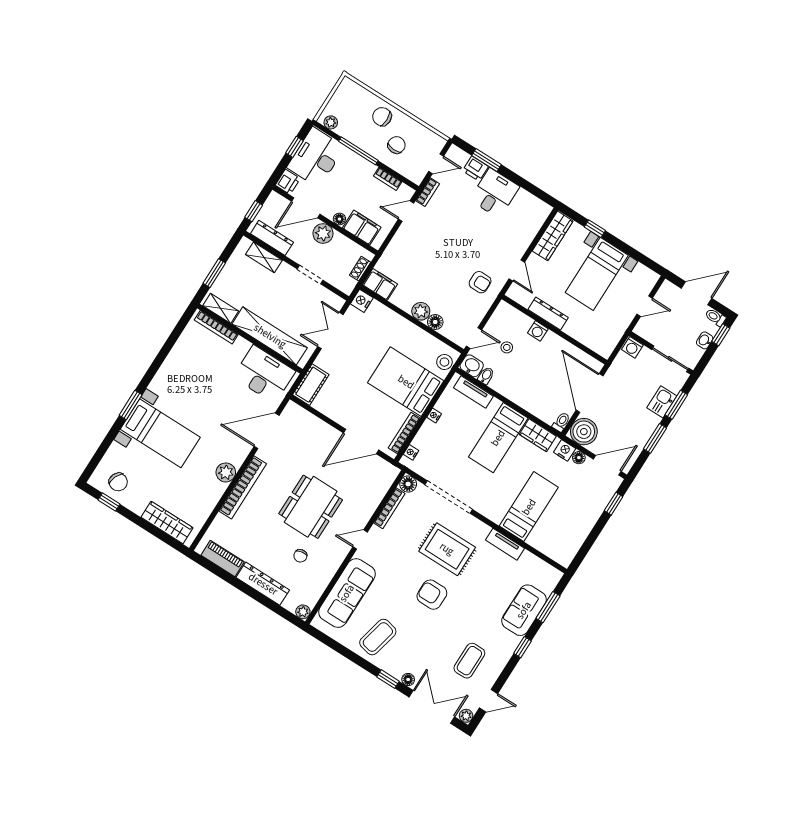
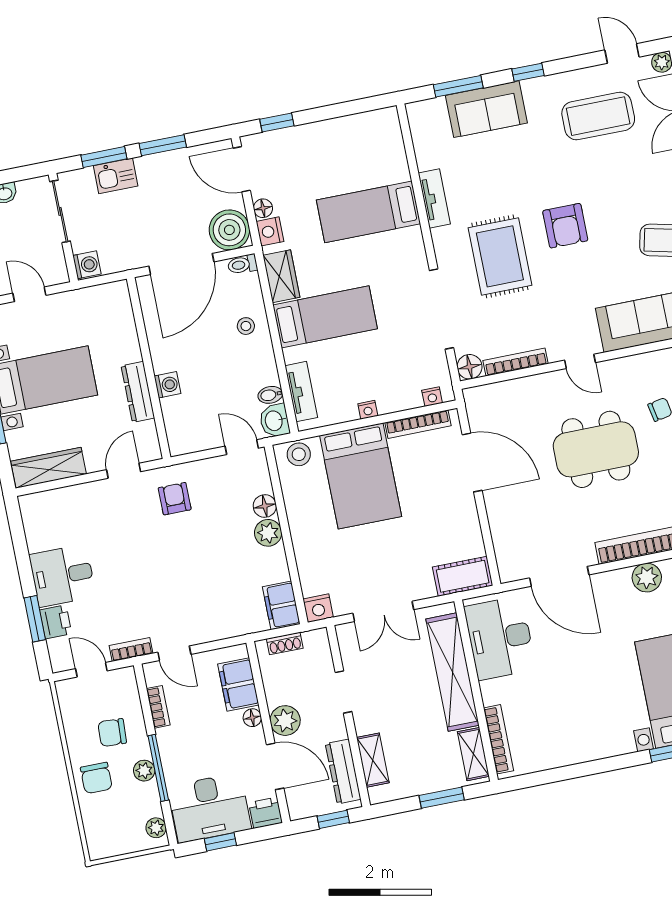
plant: (364, 143) -> (144, 771), added
stool: (507, 347) -> (246, 326), moved
coffee table: (469, 661) -> (598, 116), width x1.36, depth x1.32

